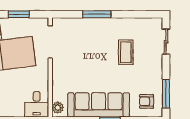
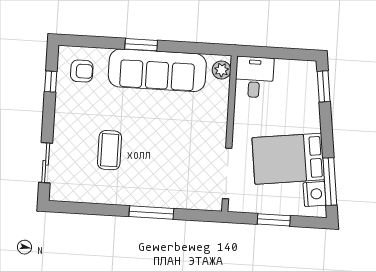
window: (166, 94) -> (51, 82), width x0.46

